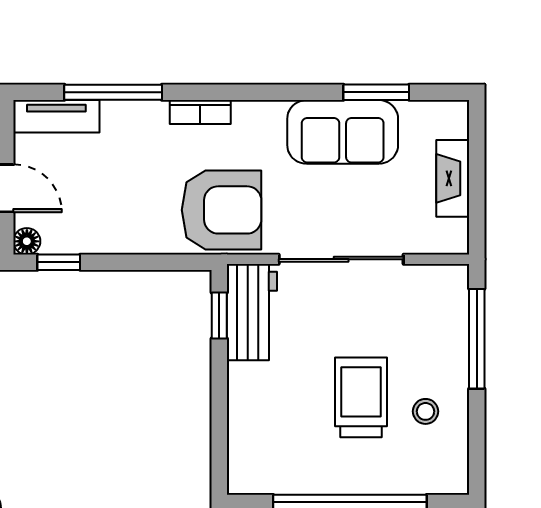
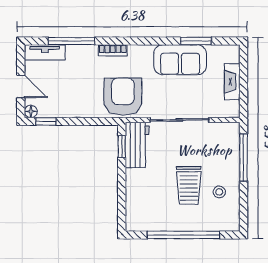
armchair: (222, 210) -> (123, 97), turned -90
trolley: (361, 397) -> (189, 185), turned 180

